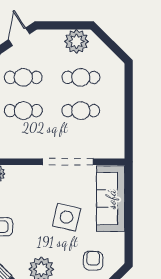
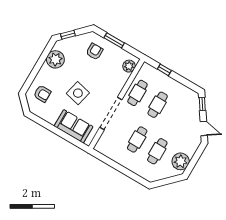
cafe table: (23, 77) -> (137, 93), moved
sofa: (111, 199) -> (73, 126), width x0.73

